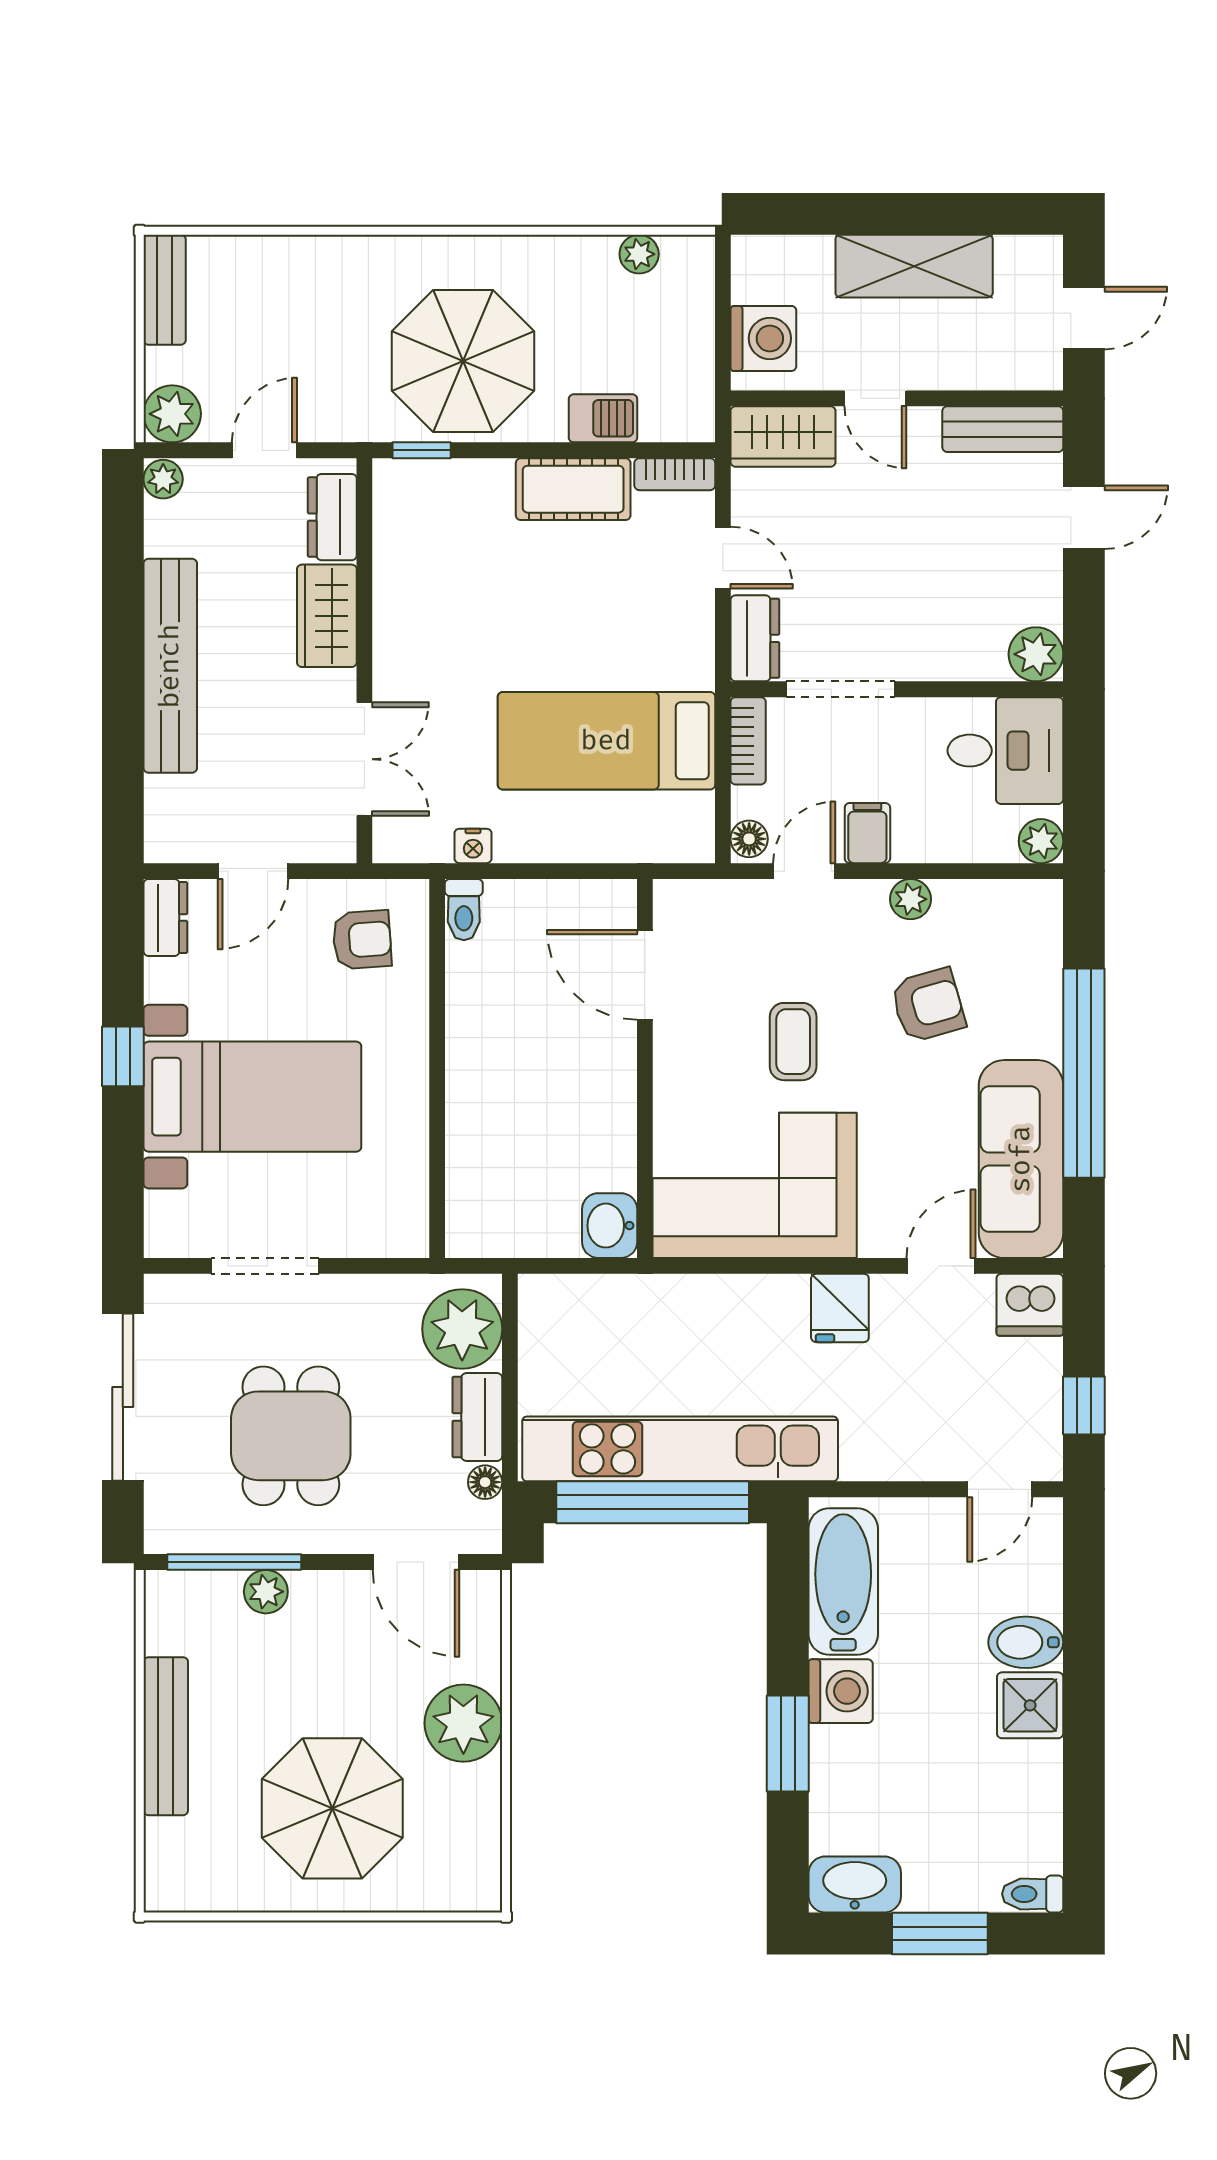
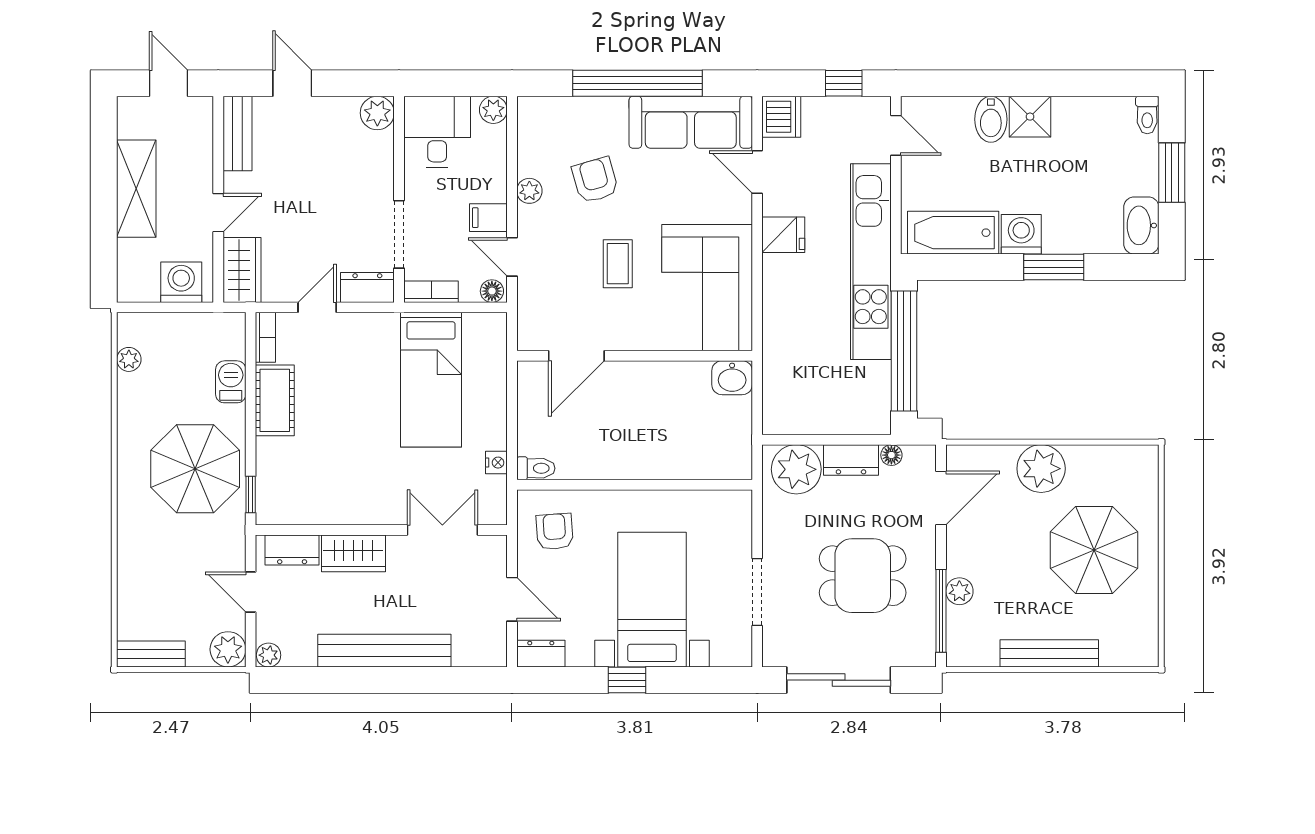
coffee table: (793, 1042) -> (618, 264), turned 90
kitchen unit: (680, 1449) -> (871, 262), moved

